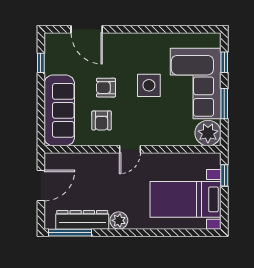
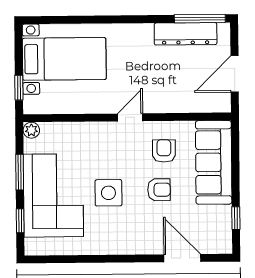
plant: (208, 133) -> (31, 130), width x0.53, depth x0.53
plant: (119, 220) -> (142, 33), removed

